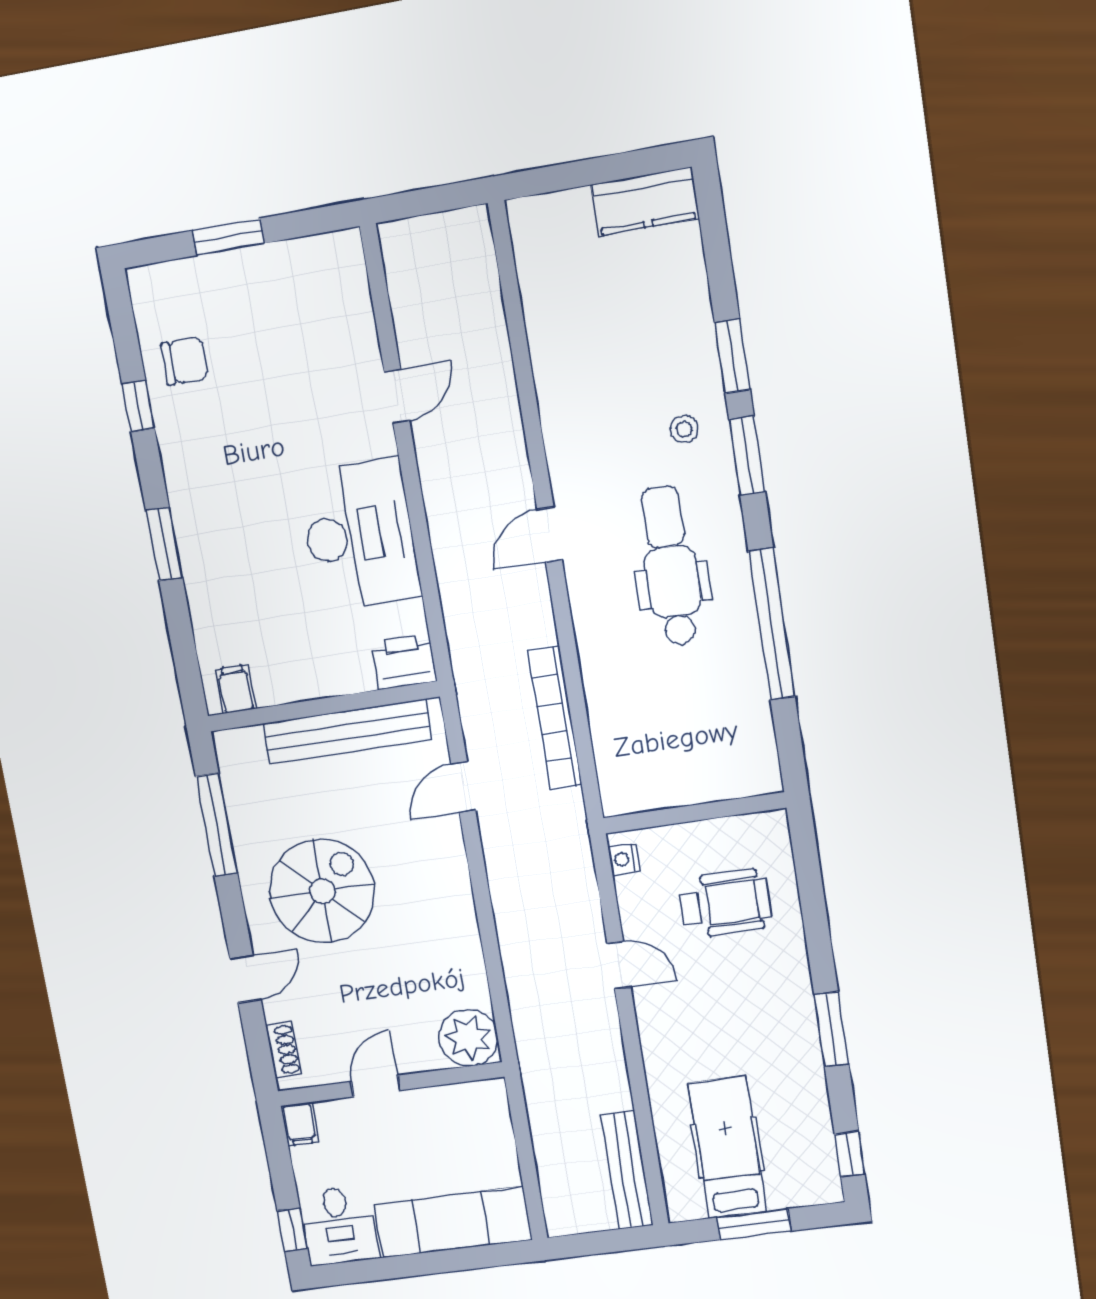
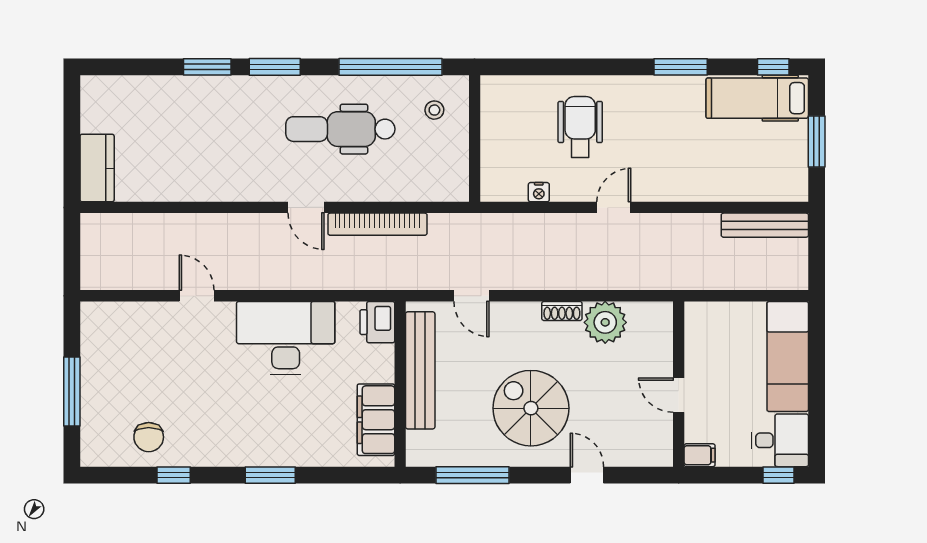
kitchen counter: (645, 201) -> (97, 168), moved
window: (228, 237) -> (72, 392), width x1.44
chair: (185, 361) -> (149, 437), turned 180
stool: (684, 429) -> (434, 110), moved
filing cabinet: (235, 689) -> (376, 420), width x3.00, depth x1.17
bookcase: (555, 718) -> (377, 224), moved
wall: (694, 813) -> (475, 139), moved
plant: (468, 1038) -> (605, 322), moved
shoe rack: (283, 1050) -> (562, 311), moved, turned 180
hospital bed: (727, 1147) -> (757, 98), moved

